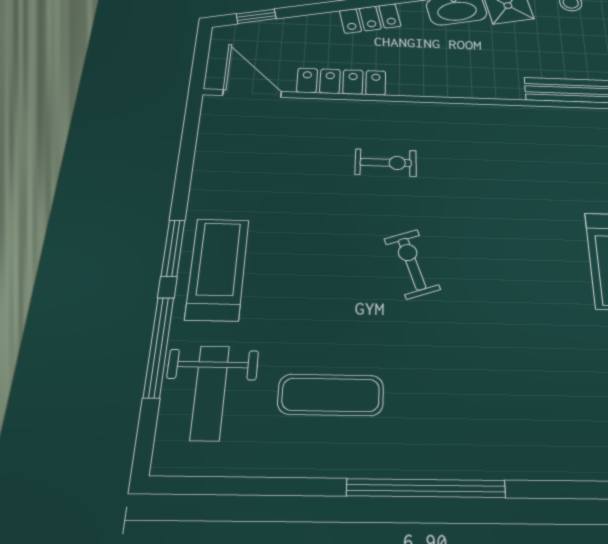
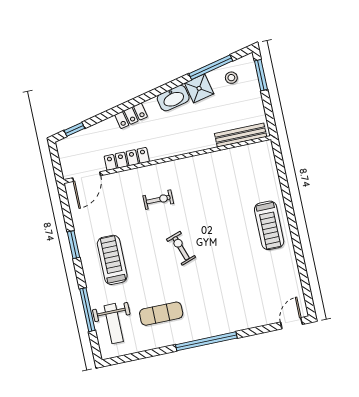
door: (252, 93) -> (87, 177), swing flipped
window: (173, 248) -> (74, 245), moved
treadmill: (218, 269) -> (112, 260), moved

